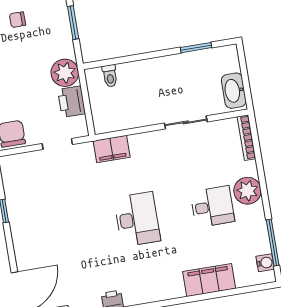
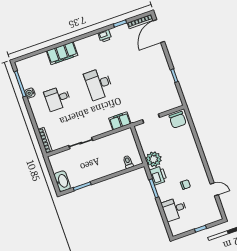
washbasin: (234, 91) -> (62, 181), moved
printer: (72, 102) -> (158, 176), moved
plant: (247, 191) -> (39, 111), removed
water cooler: (265, 263) -> (30, 93), moved
filing cabinet: (209, 280) -> (62, 53), moved

